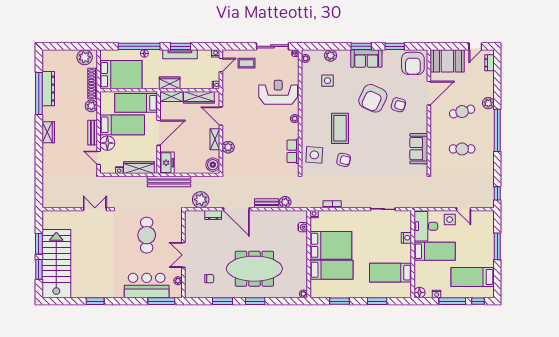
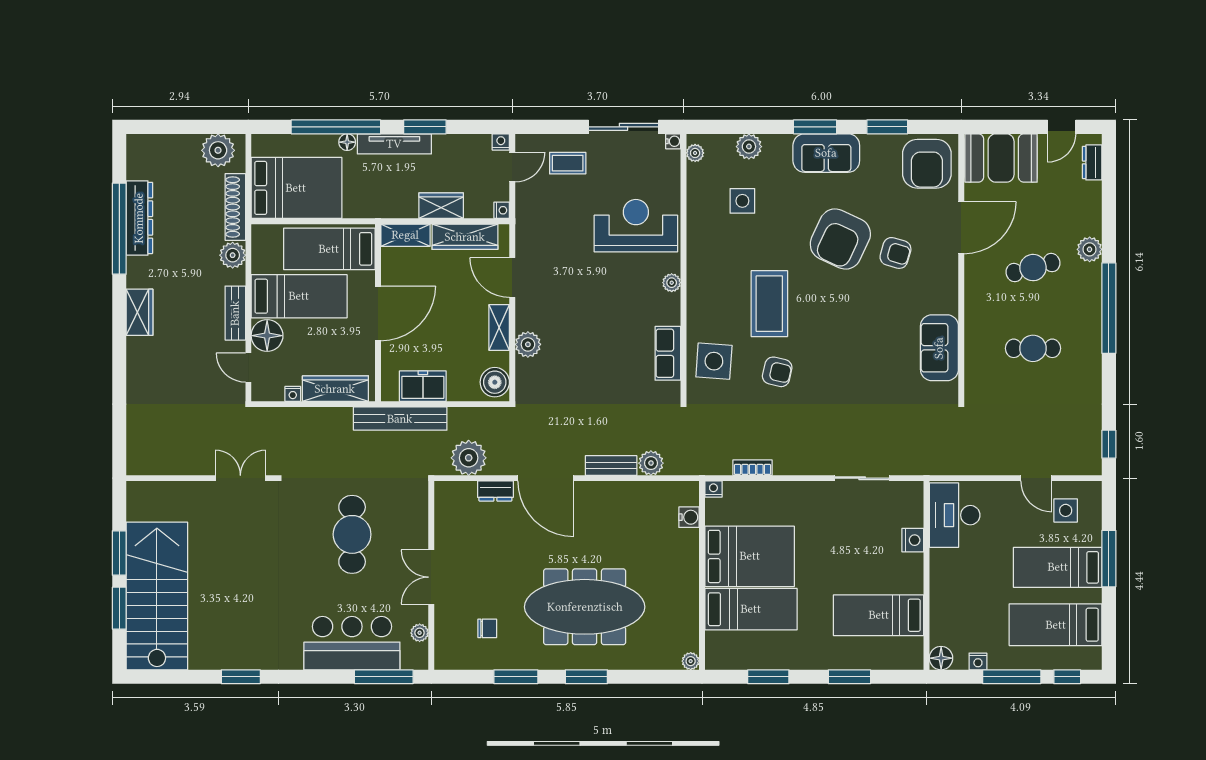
tv unit: (180, 54) -> (394, 144), moved
wardrobe: (170, 83) -> (441, 206), moved
freezer: (167, 163) -> (423, 386), moved, turned -90
side table: (450, 220) -> (1066, 510), moved
bed: (435, 251) -> (1058, 567), moved, turned 180

